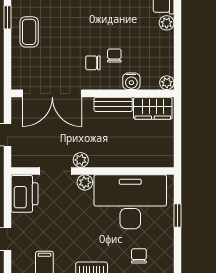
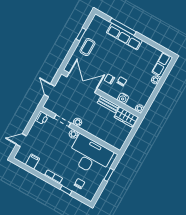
double door: (52, 93) -> (82, 83), swing flipped
printer: (24, 194) -> (42, 118), width x0.53, depth x0.68

